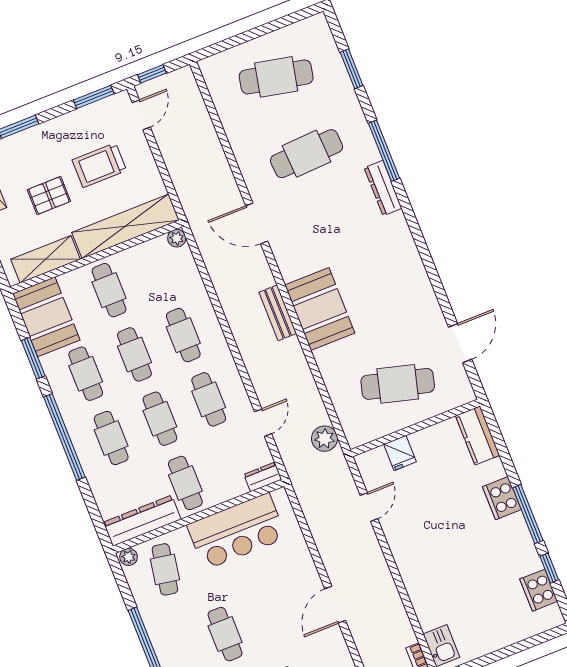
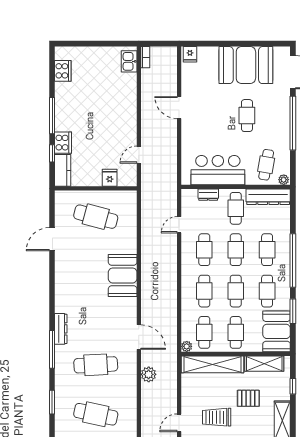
trolley: (99, 165) -> (217, 417), moved, turned 180
cafe table: (158, 271) -> (204, 332), added
bench: (278, 313) -> (147, 283), removed
door: (460, 343) -> (52, 239), moved
plant: (324, 439) -> (149, 374), moved
dresser: (263, 477) -> (208, 195), moved
cooker: (502, 498) -> (63, 143), moved
window: (549, 568) -> (52, 153), moved
door: (335, 605) -> (179, 108), swing flipped

